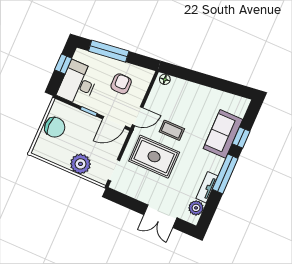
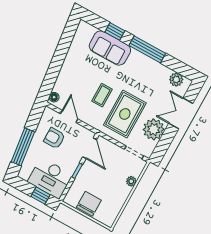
window: (63, 64) -> (40, 196), moved
door: (138, 116) -> (69, 116), moved
plant: (80, 164) -> (131, 181), width x0.53, depth x0.53
tv unit: (207, 187) -> (158, 68), removed
plant: (141, 189) -> (154, 129), added
double door: (160, 216) -> (181, 113), swing flipped

